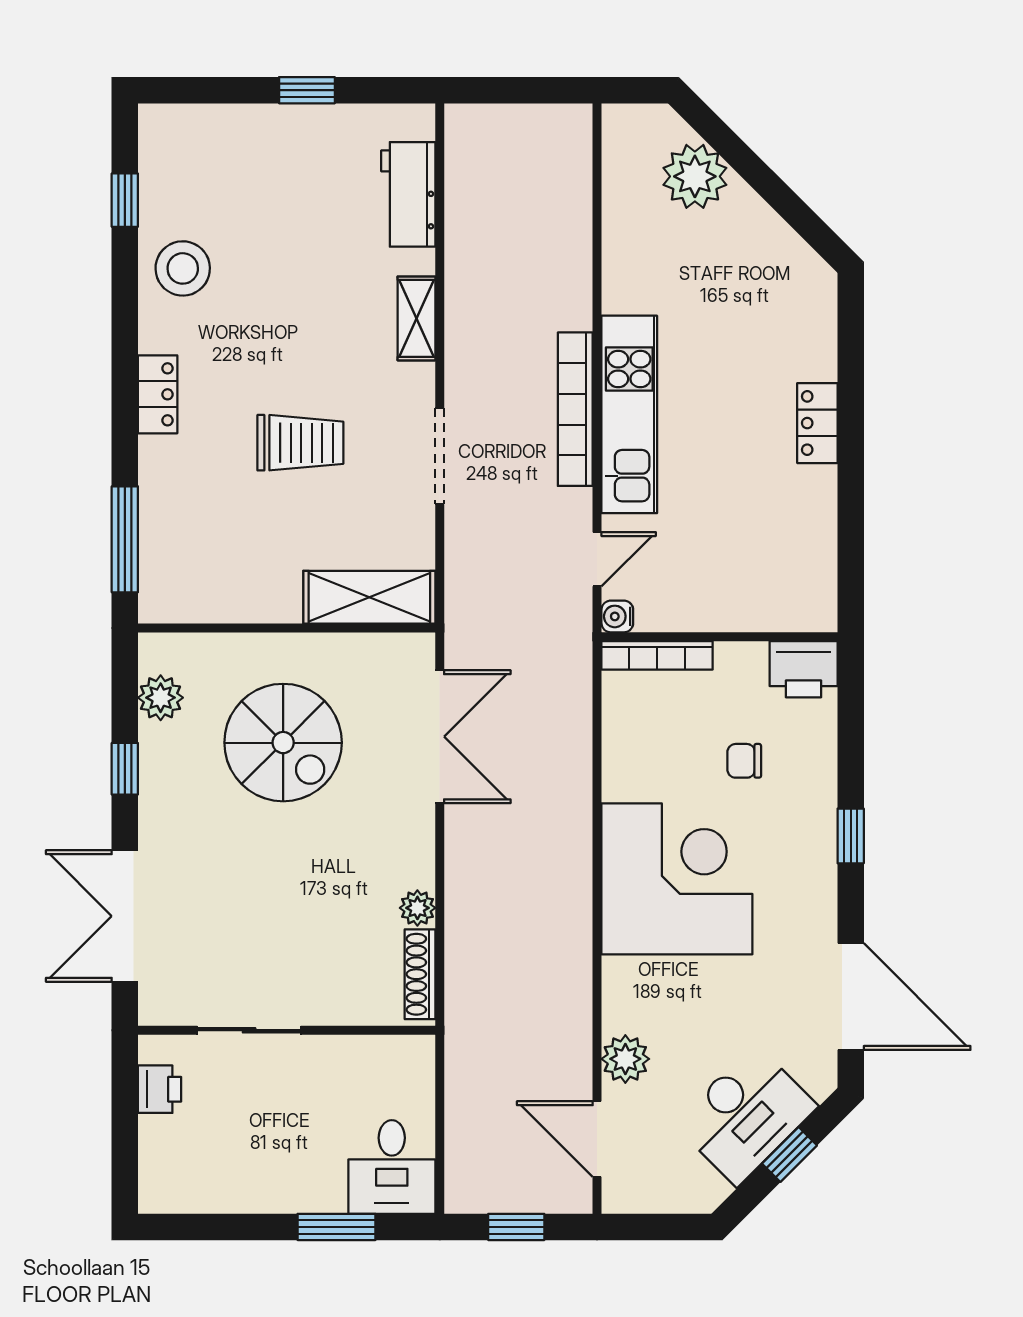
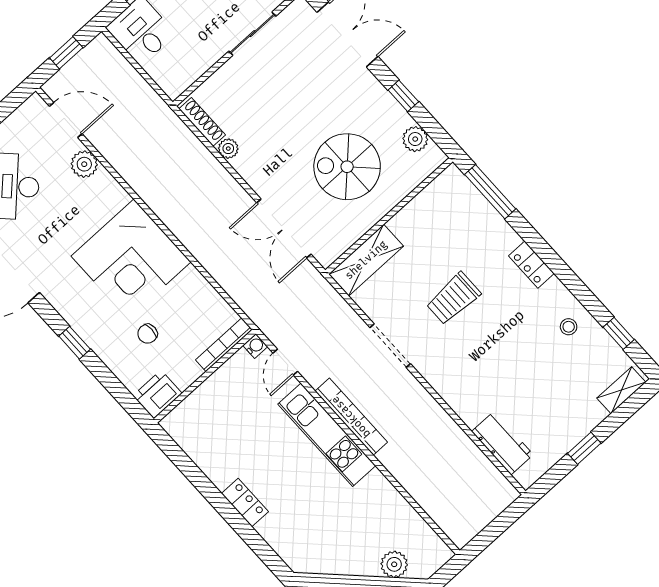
plant: (695, 176) -> (394, 564), width x0.73, depth x0.73
stool: (183, 268) -> (569, 327), width x0.53, depth x0.53
shelving: (416, 318) -> (621, 390), moved, turned 90
chair: (744, 761) -> (148, 334), turned 180

